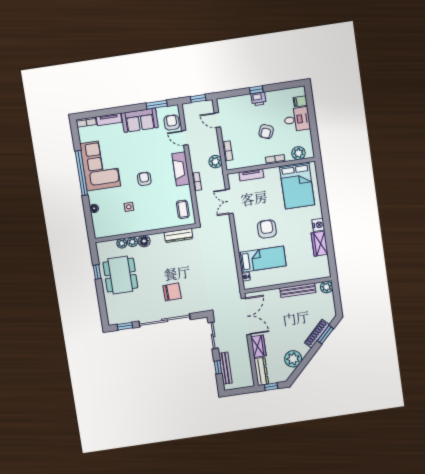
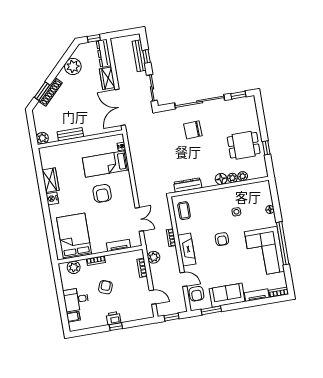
dining table: (120, 275) -> (244, 145), width x0.73
bench: (298, 290) -> (70, 134), width x0.73

